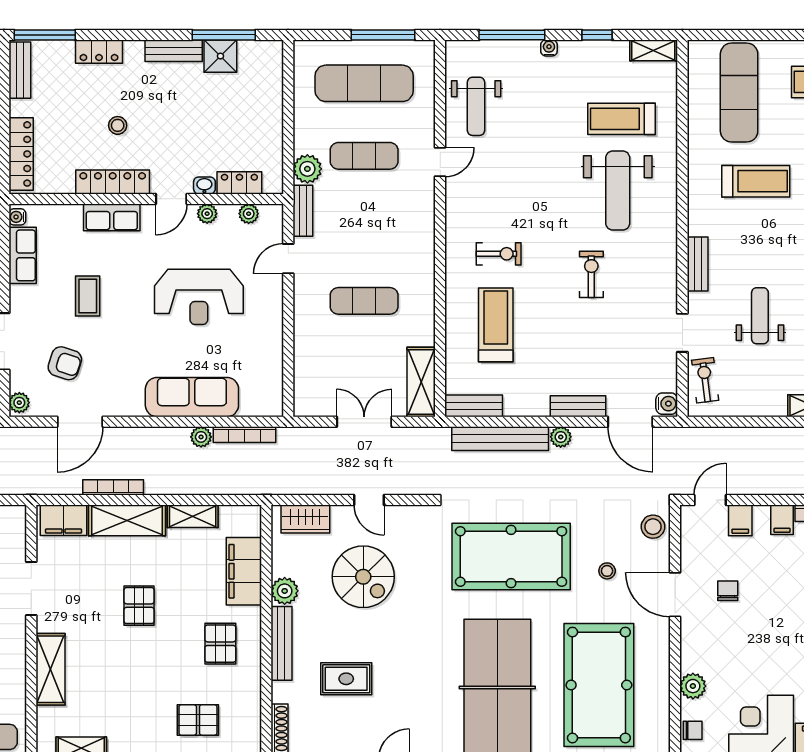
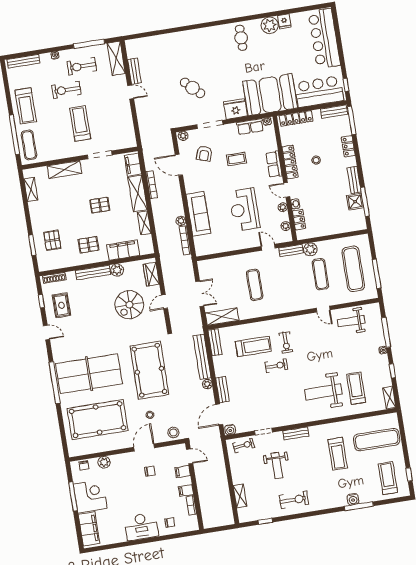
exercise bike: (591, 274) -> (276, 366), moved
weight bench: (760, 316) -> (277, 465), turned 90
rug: (346, 679) -> (61, 305), moved

